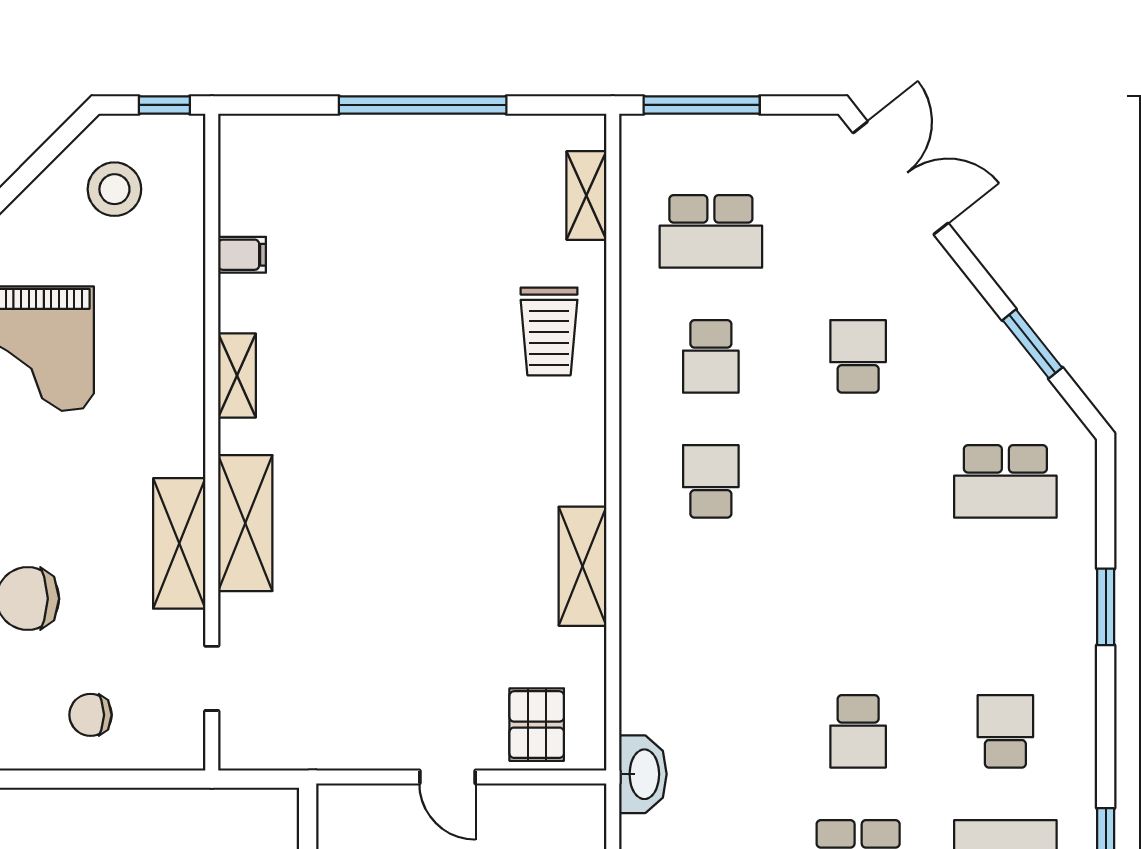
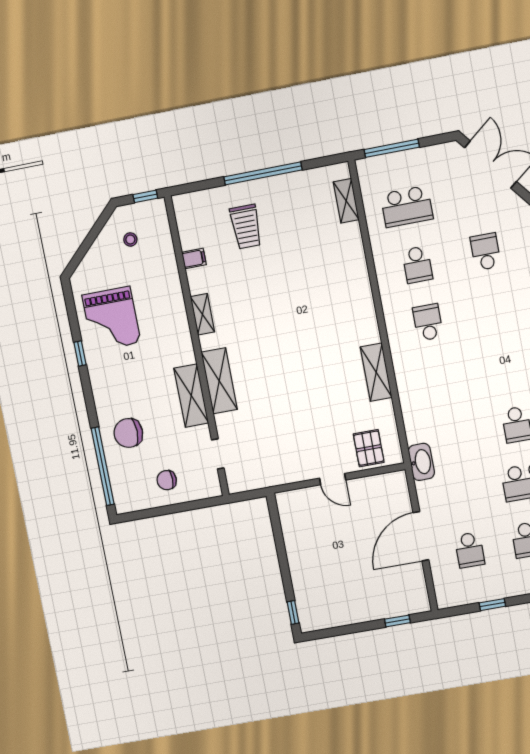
stool: (114, 189) -> (130, 239), width x0.53, depth x0.53
trolley: (549, 331) -> (246, 227), moved

